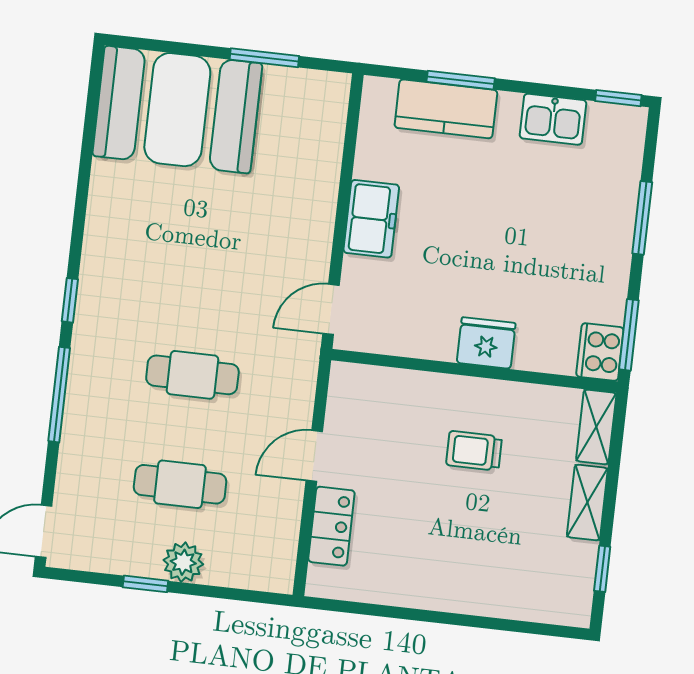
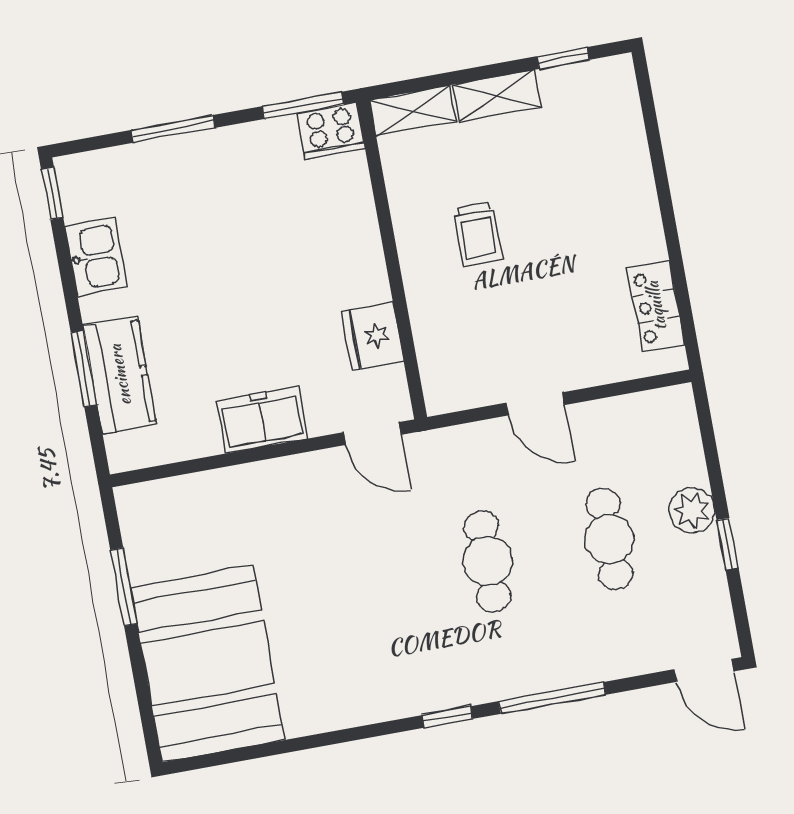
fridge: (486, 343) -> (373, 336), moved
locker: (331, 526) -> (656, 306), moved, turned -90

